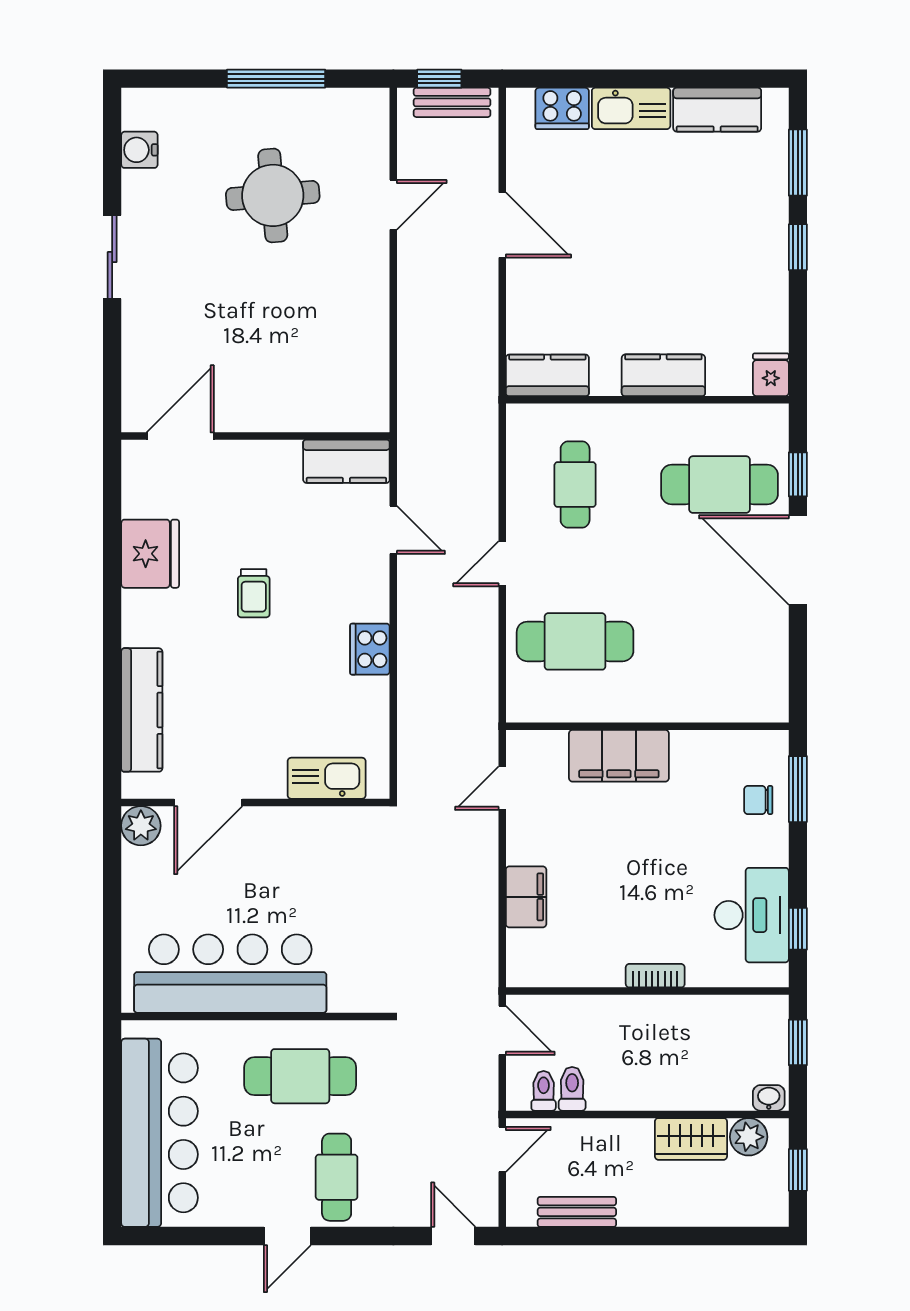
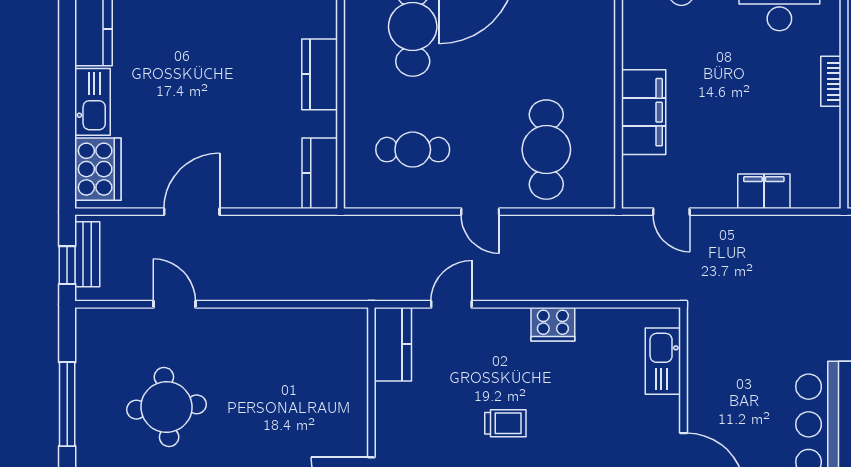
cooker: (562, 108) -> (98, 169), width x1.37, depth x1.31

